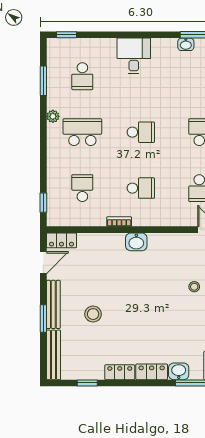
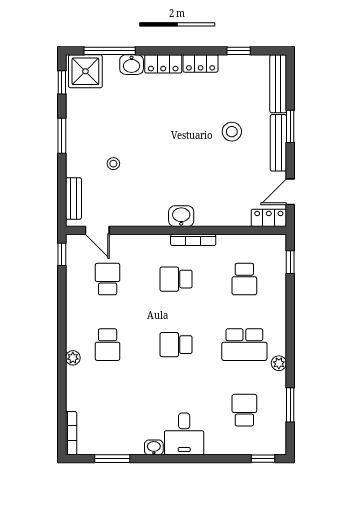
washbasin: (186, 44) -> (154, 447), moved
bookcase: (119, 221) -> (193, 240), width x1.56

